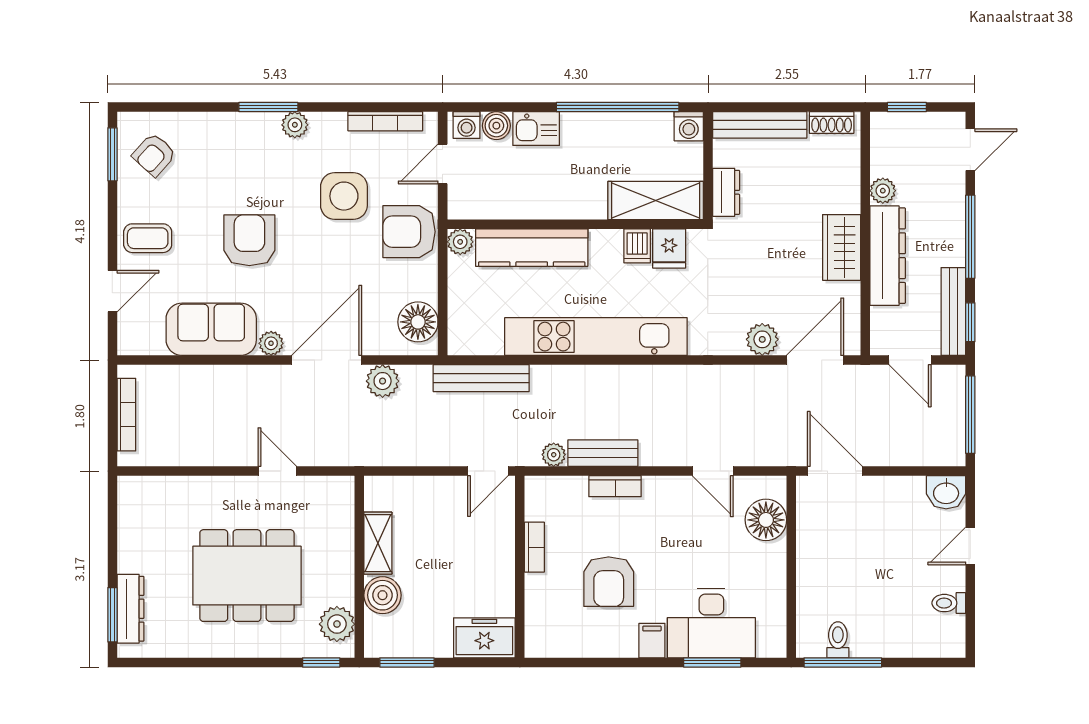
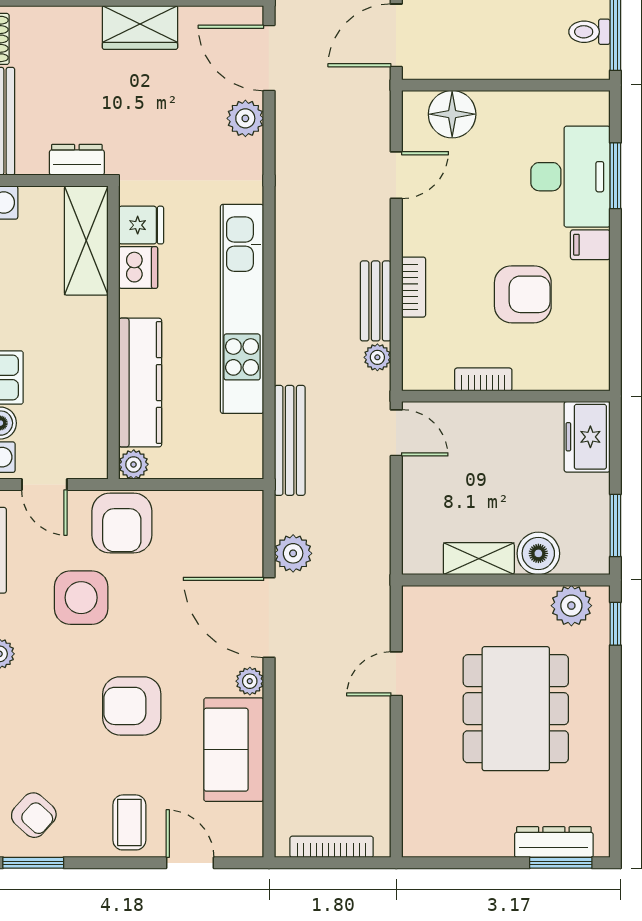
dishwasher: (637, 246) -> (138, 268), width x1.38
floor lamp: (418, 322) -> (225, 513), removed

